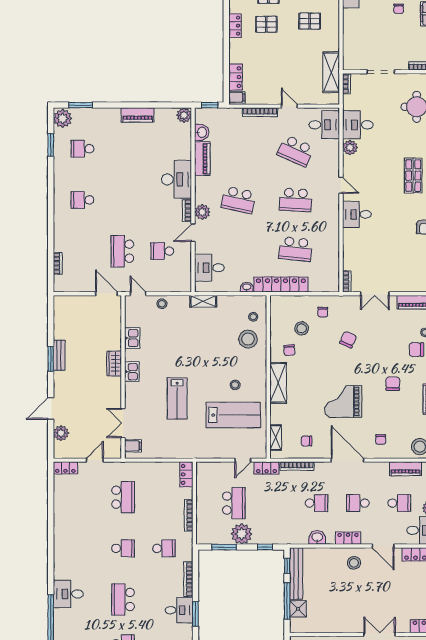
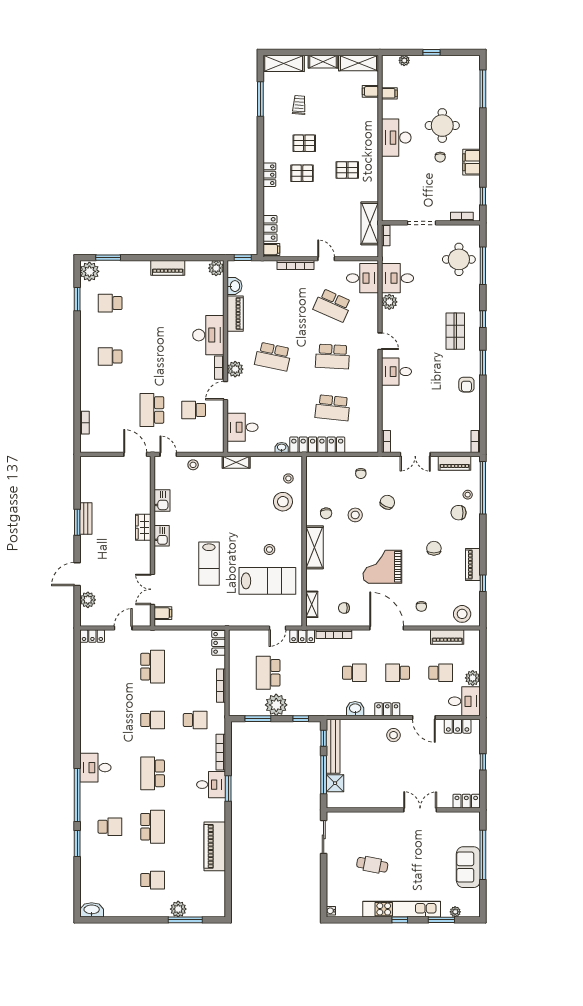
stool: (302, 328) -> (355, 515), moved
school desk: (234, 503) -> (268, 673), turned 180

